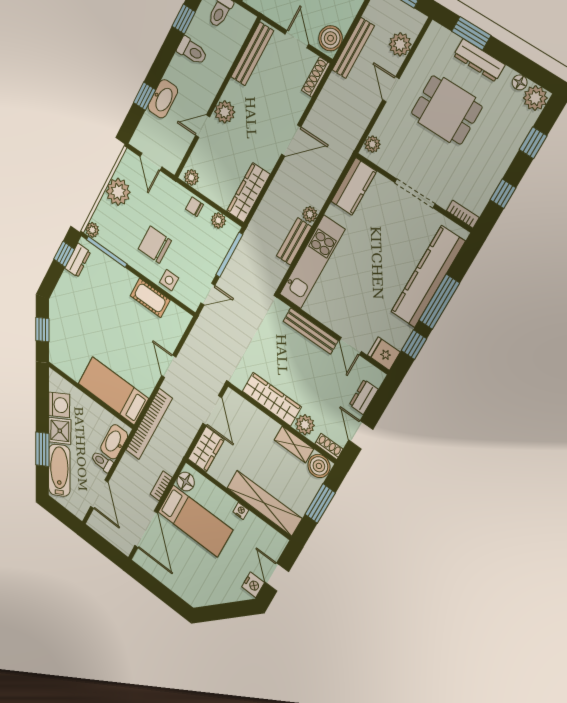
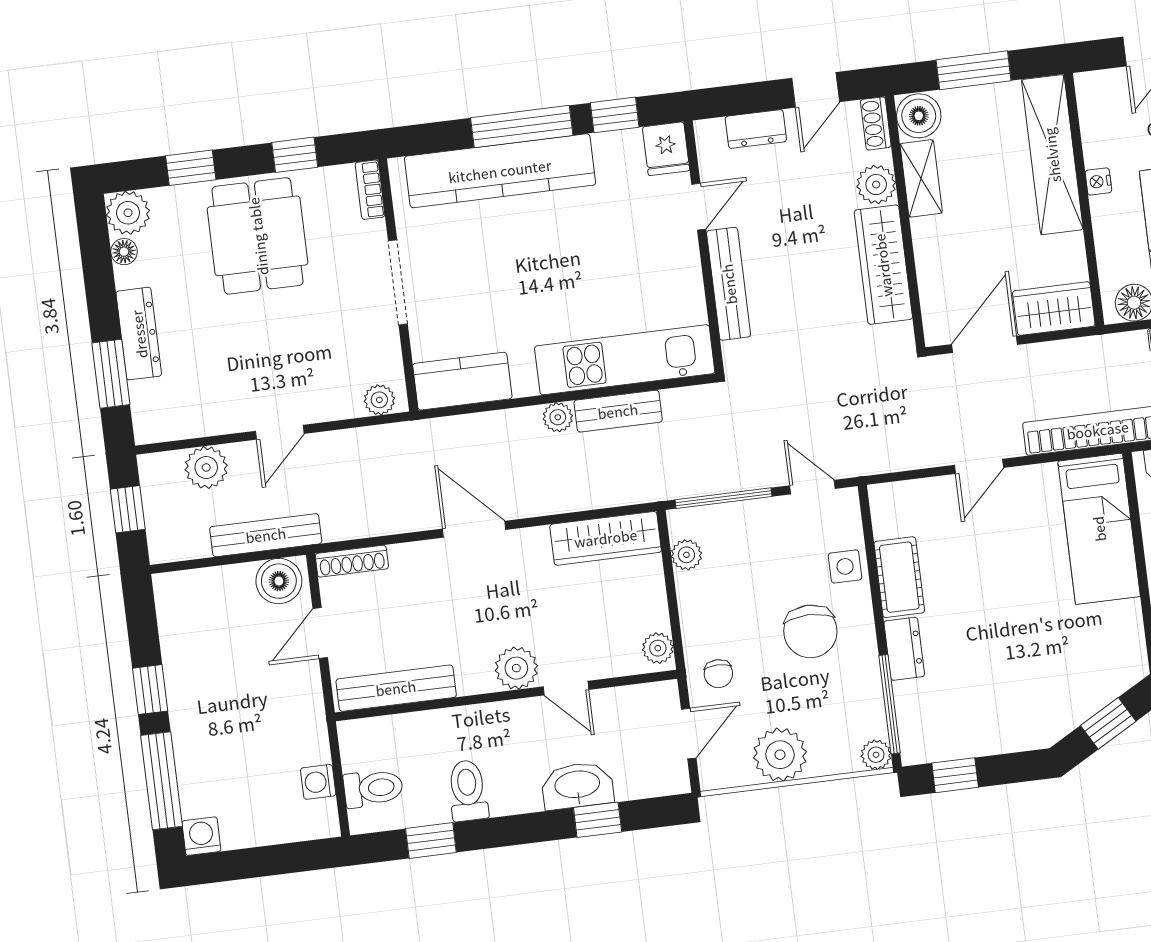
dining table: (447, 110) -> (258, 236), moved
chair: (195, 207) -> (718, 674), moved
dresser: (78, 260) -> (904, 649), moved, turned 90

